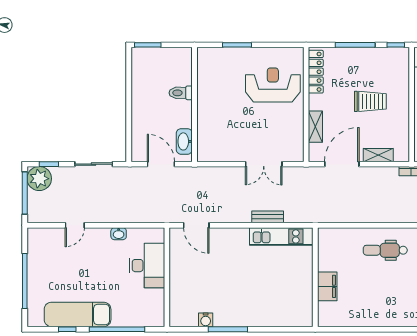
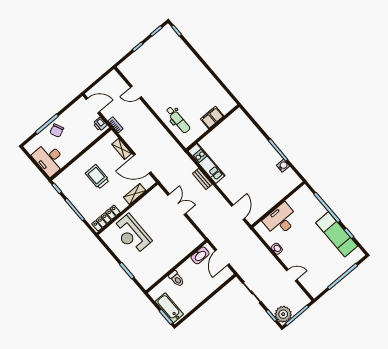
bathtub: (155, 57) -> (169, 308), added
dental chair: (385, 250) -> (178, 120), moved

